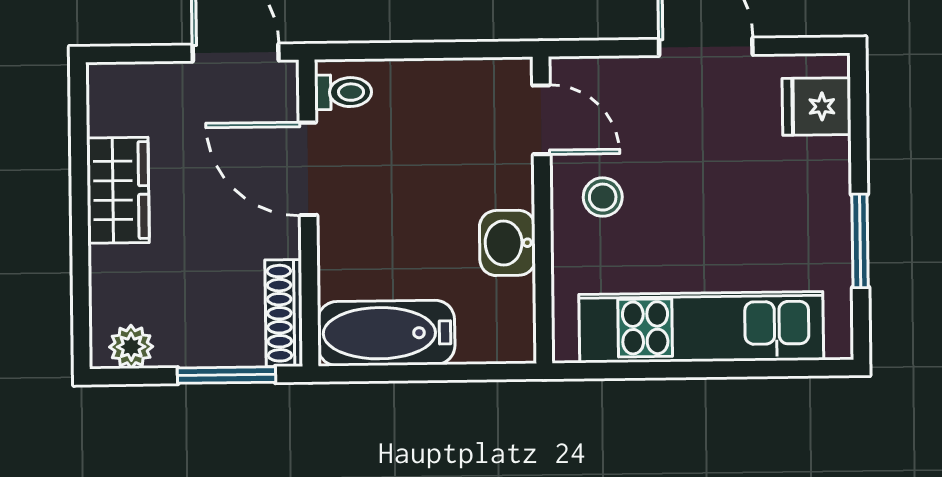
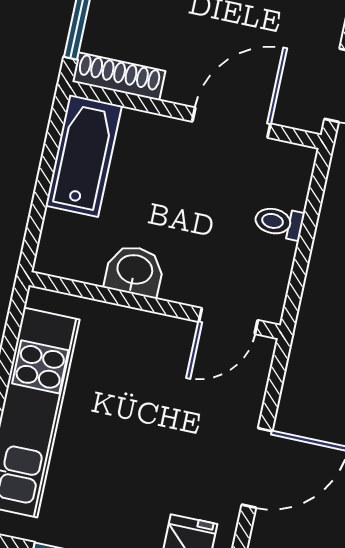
toilet: (343, 92) -> (279, 222), moved, turned 90
stool: (603, 197) -> (154, 357), removed

